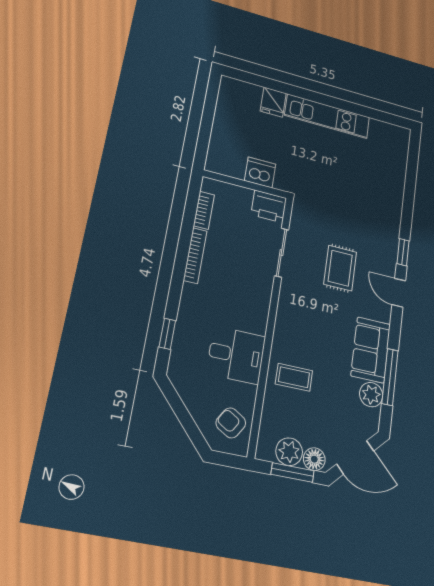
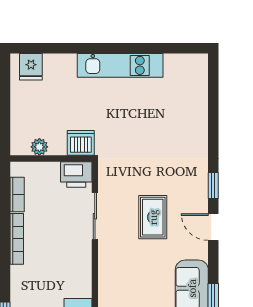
fridge: (273, 102) -> (31, 67), moved
plant: (235, 170) -> (39, 147), added
dishwasher: (260, 172) -> (81, 143), moved

